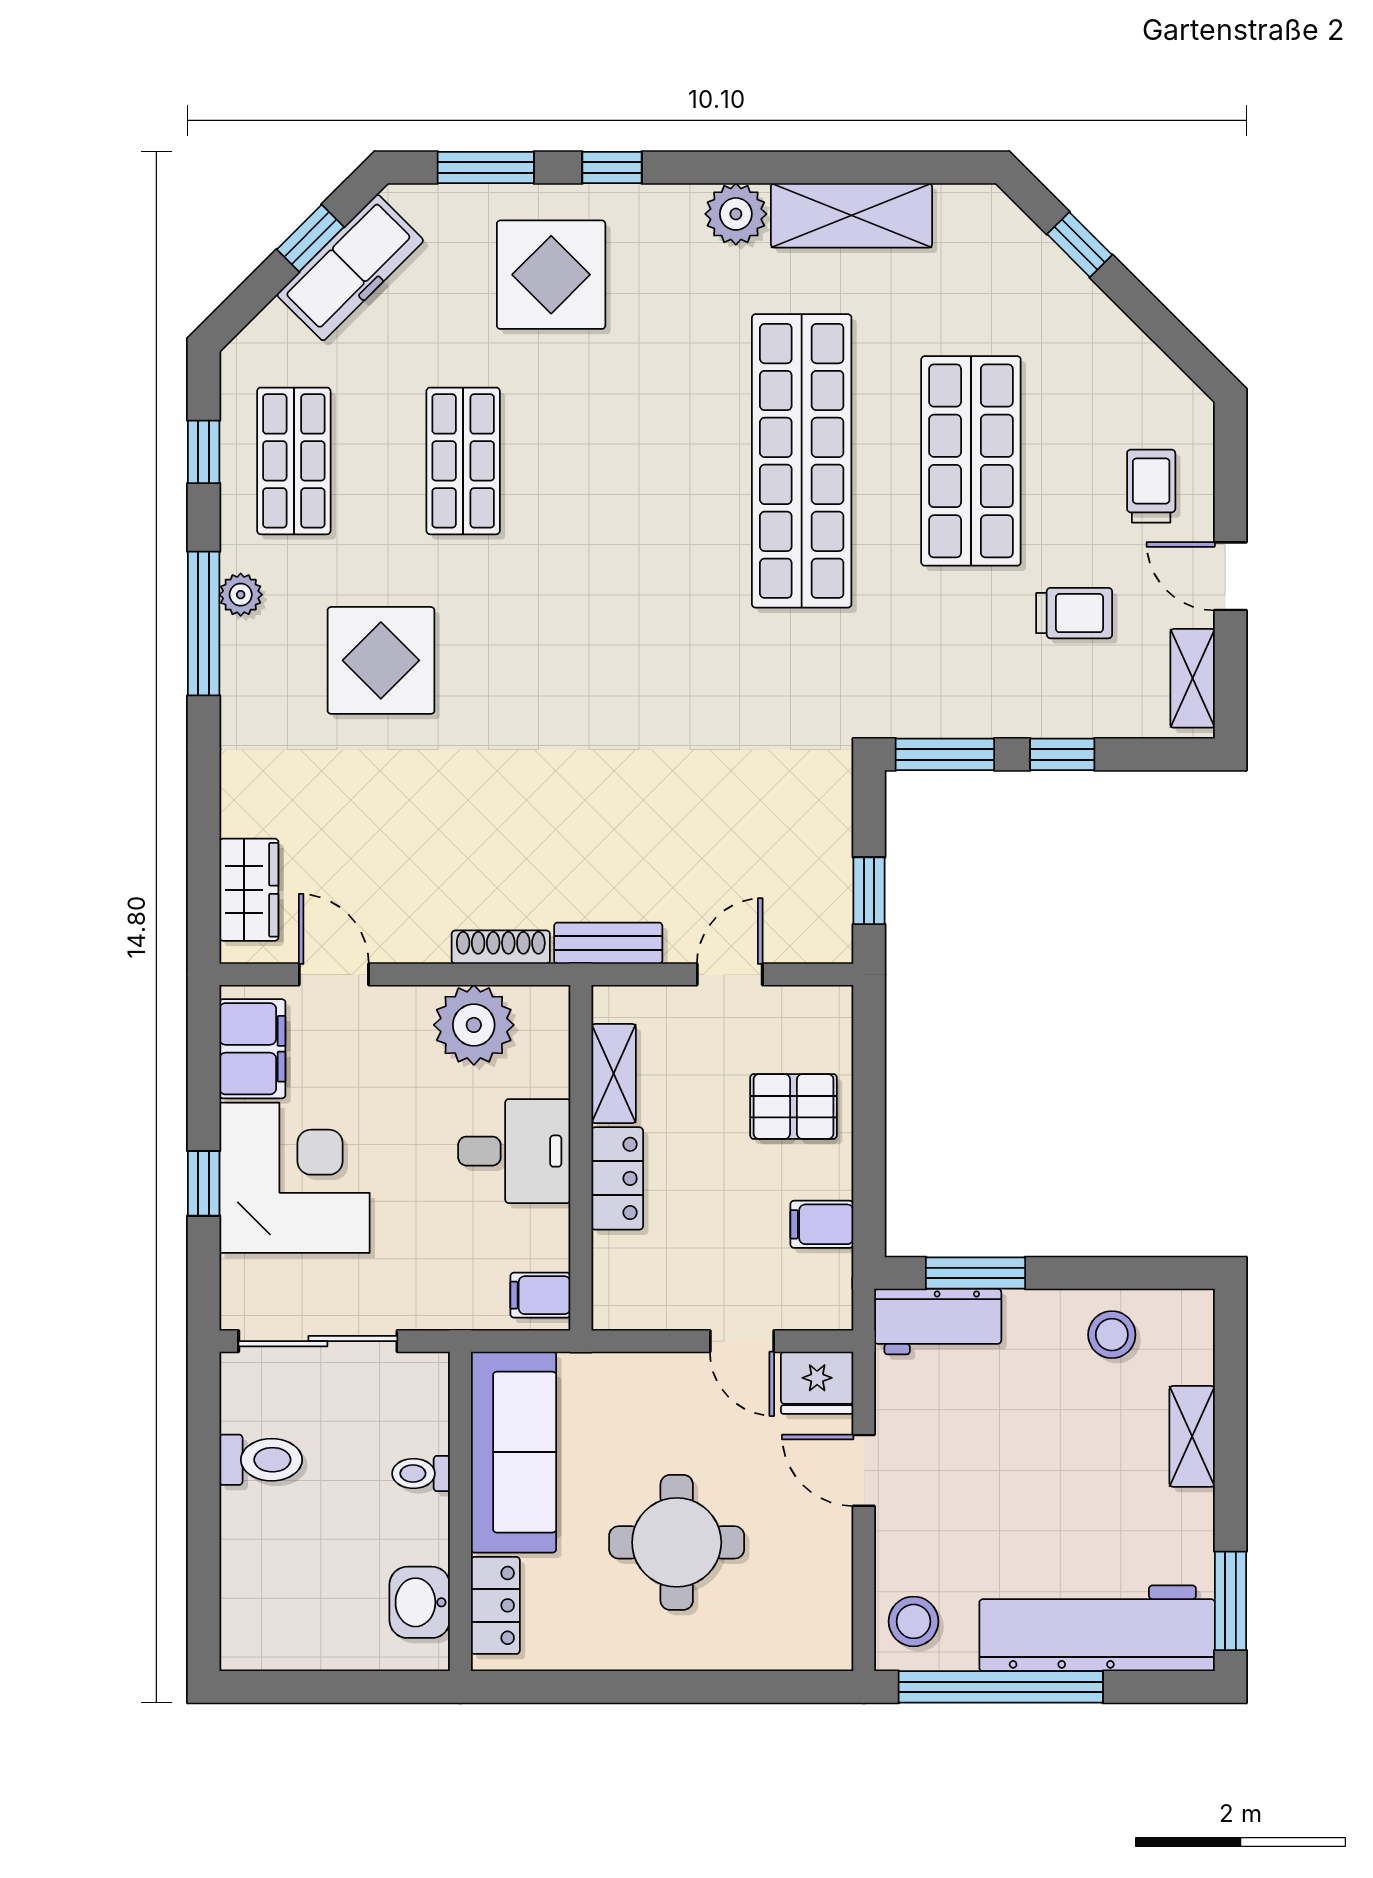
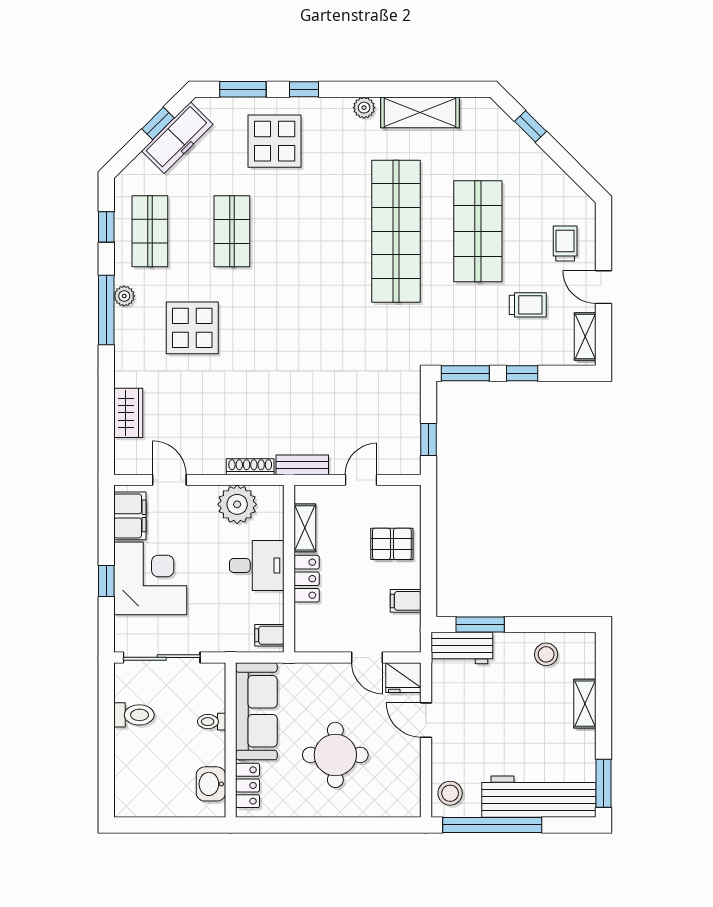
plant: (736, 214) -> (364, 108), width x0.73, depth x0.73
wardrobe: (249, 890) -> (128, 413), moved

